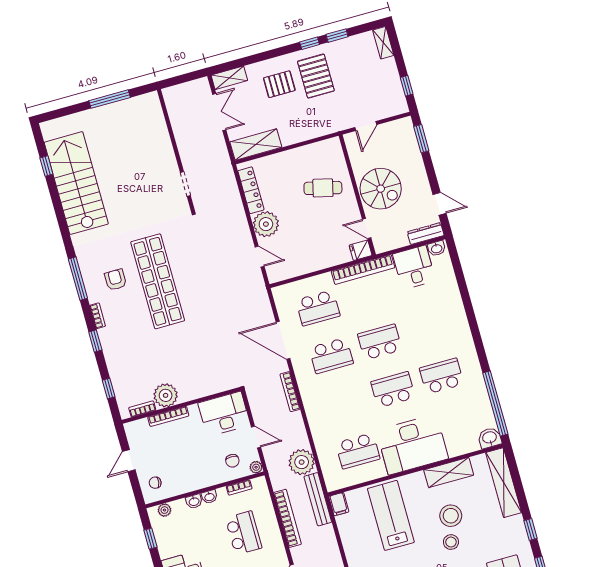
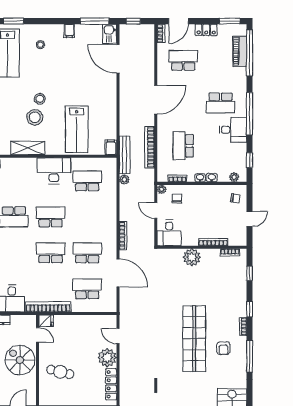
school desk: (380, 342) -> (51, 253), turned 180
school desk: (393, 390) -> (51, 217), turned 180
plant: (166, 395) -> (192, 257), moved
desk: (224, 414) -> (169, 233), width x0.73
desk: (412, 445) -> (54, 171), width x0.73, depth x0.77
plant: (302, 462) -> (124, 180), width x0.53, depth x0.53

